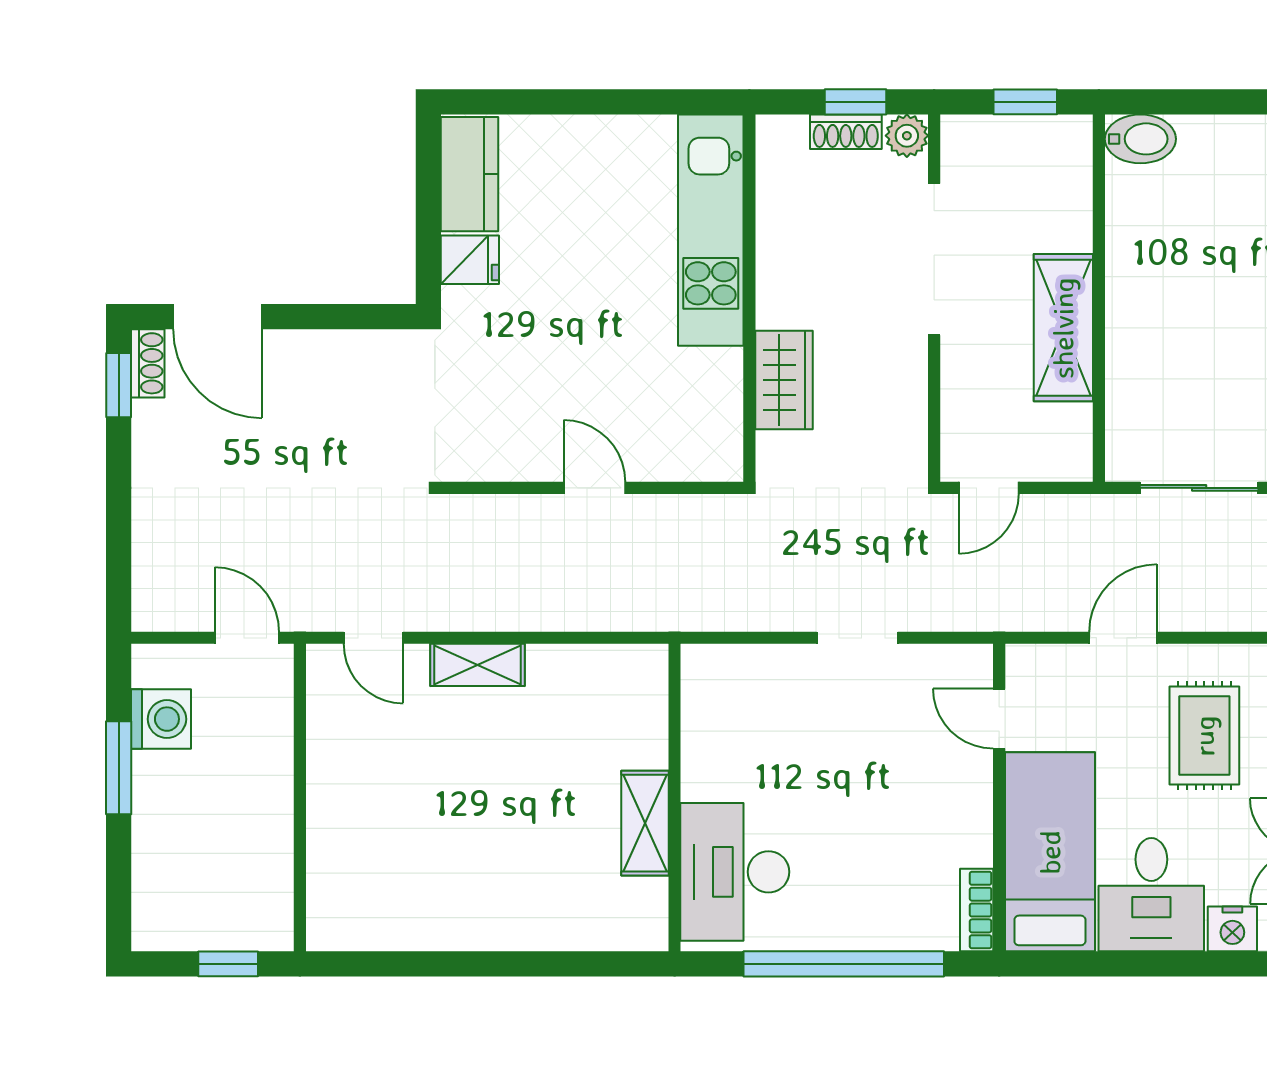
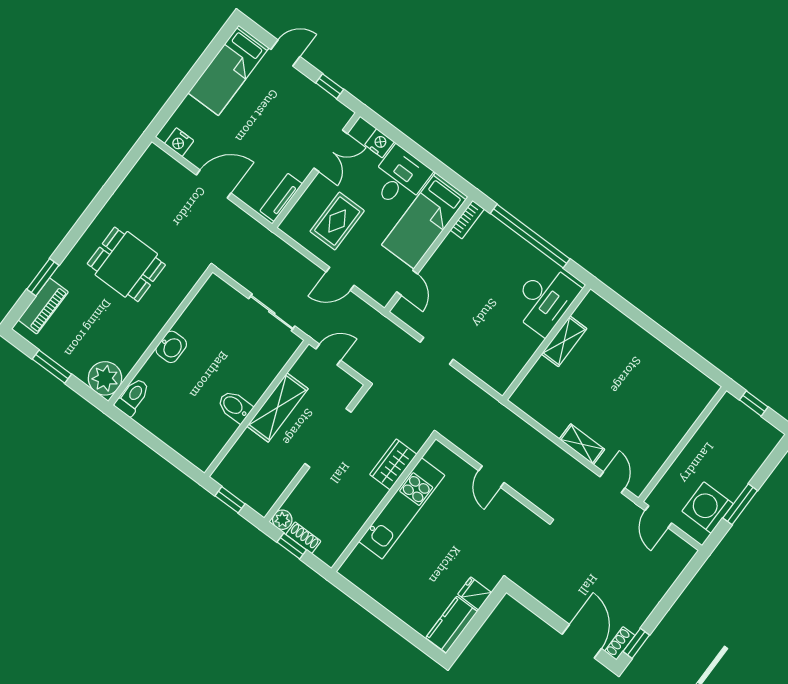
bidet: (1140, 139) -> (235, 406), moved
kitchen unit: (711, 230) -> (402, 508), moved
doorway: (934, 259) -> (328, 438), moved
door: (989, 488) -> (328, 355), moved
washing machine: (161, 719) -> (708, 508), width x1.37, depth x1.37

